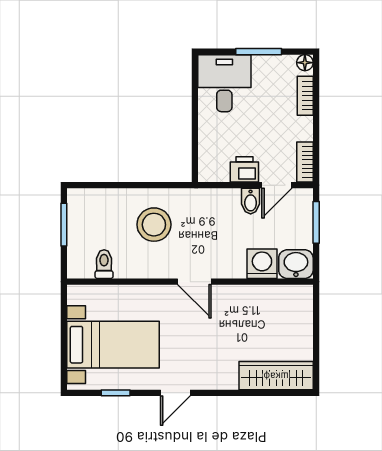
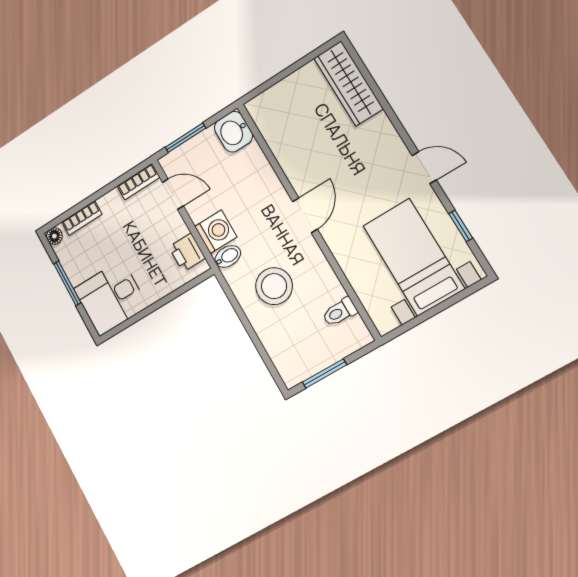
printer: (244, 169) -> (187, 252), moved
bidet: (251, 201) -> (228, 256), moved
washing machine: (262, 264) -> (216, 232), moved, turned 180

